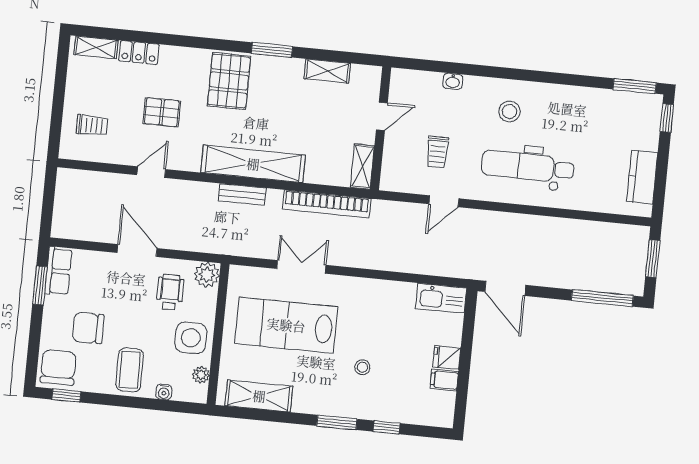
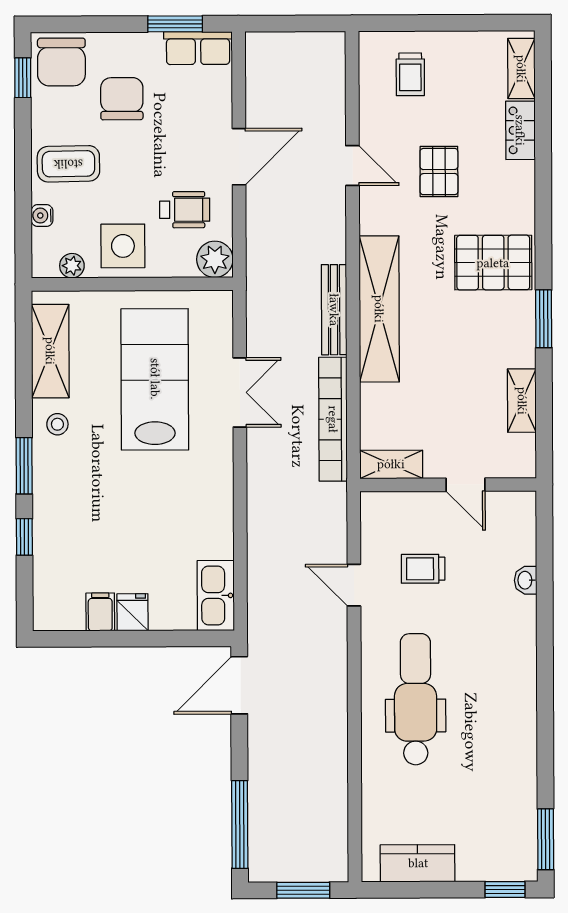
stool: (509, 112) -> (491, 665), removed
bench: (242, 194) -> (334, 310), width x1.36
chair: (58, 367) -> (61, 62), turned 90
stool: (362, 367) -> (57, 424), moved

